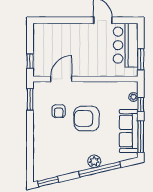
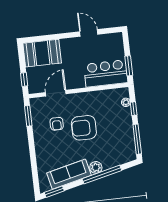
booth: (52, 36) -> (42, 53), added
bar counter: (126, 45) -> (106, 73), moved, turned 90
sofa: (129, 131) -> (69, 174), moved, turned 77

